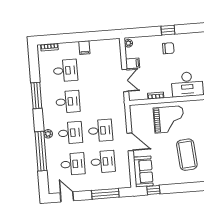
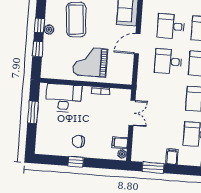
window: (99, 35) -> (153, 167), added
filing cabinet: (133, 63) -> (120, 143), moved
double door: (125, 80) -> (132, 113), swing flipped
door: (130, 142) -> (137, 44), hinge flipped

